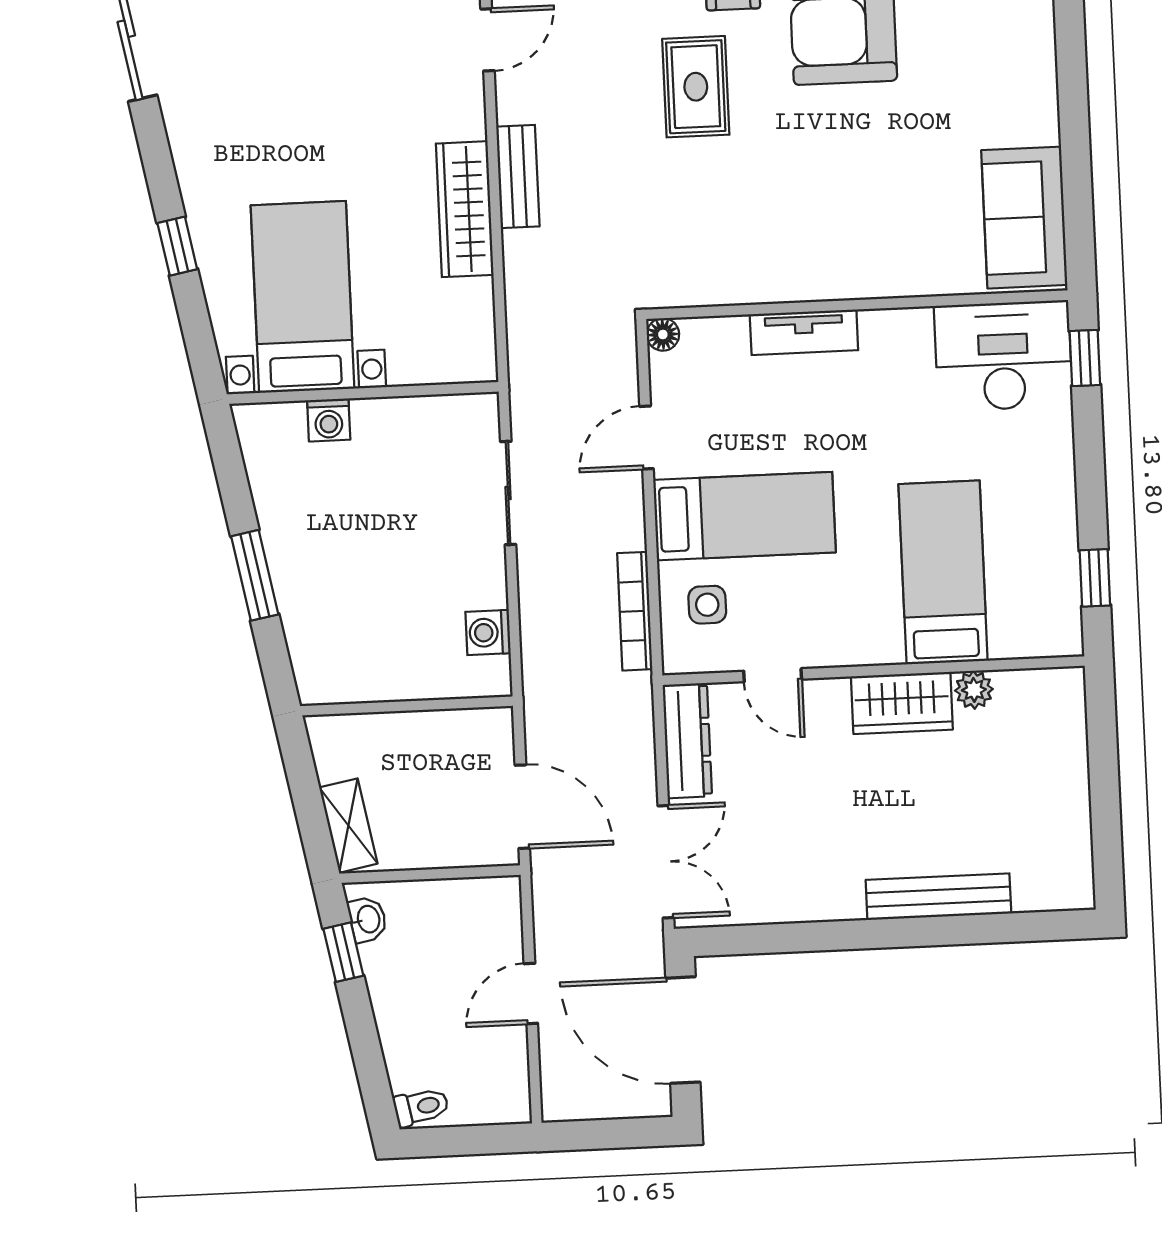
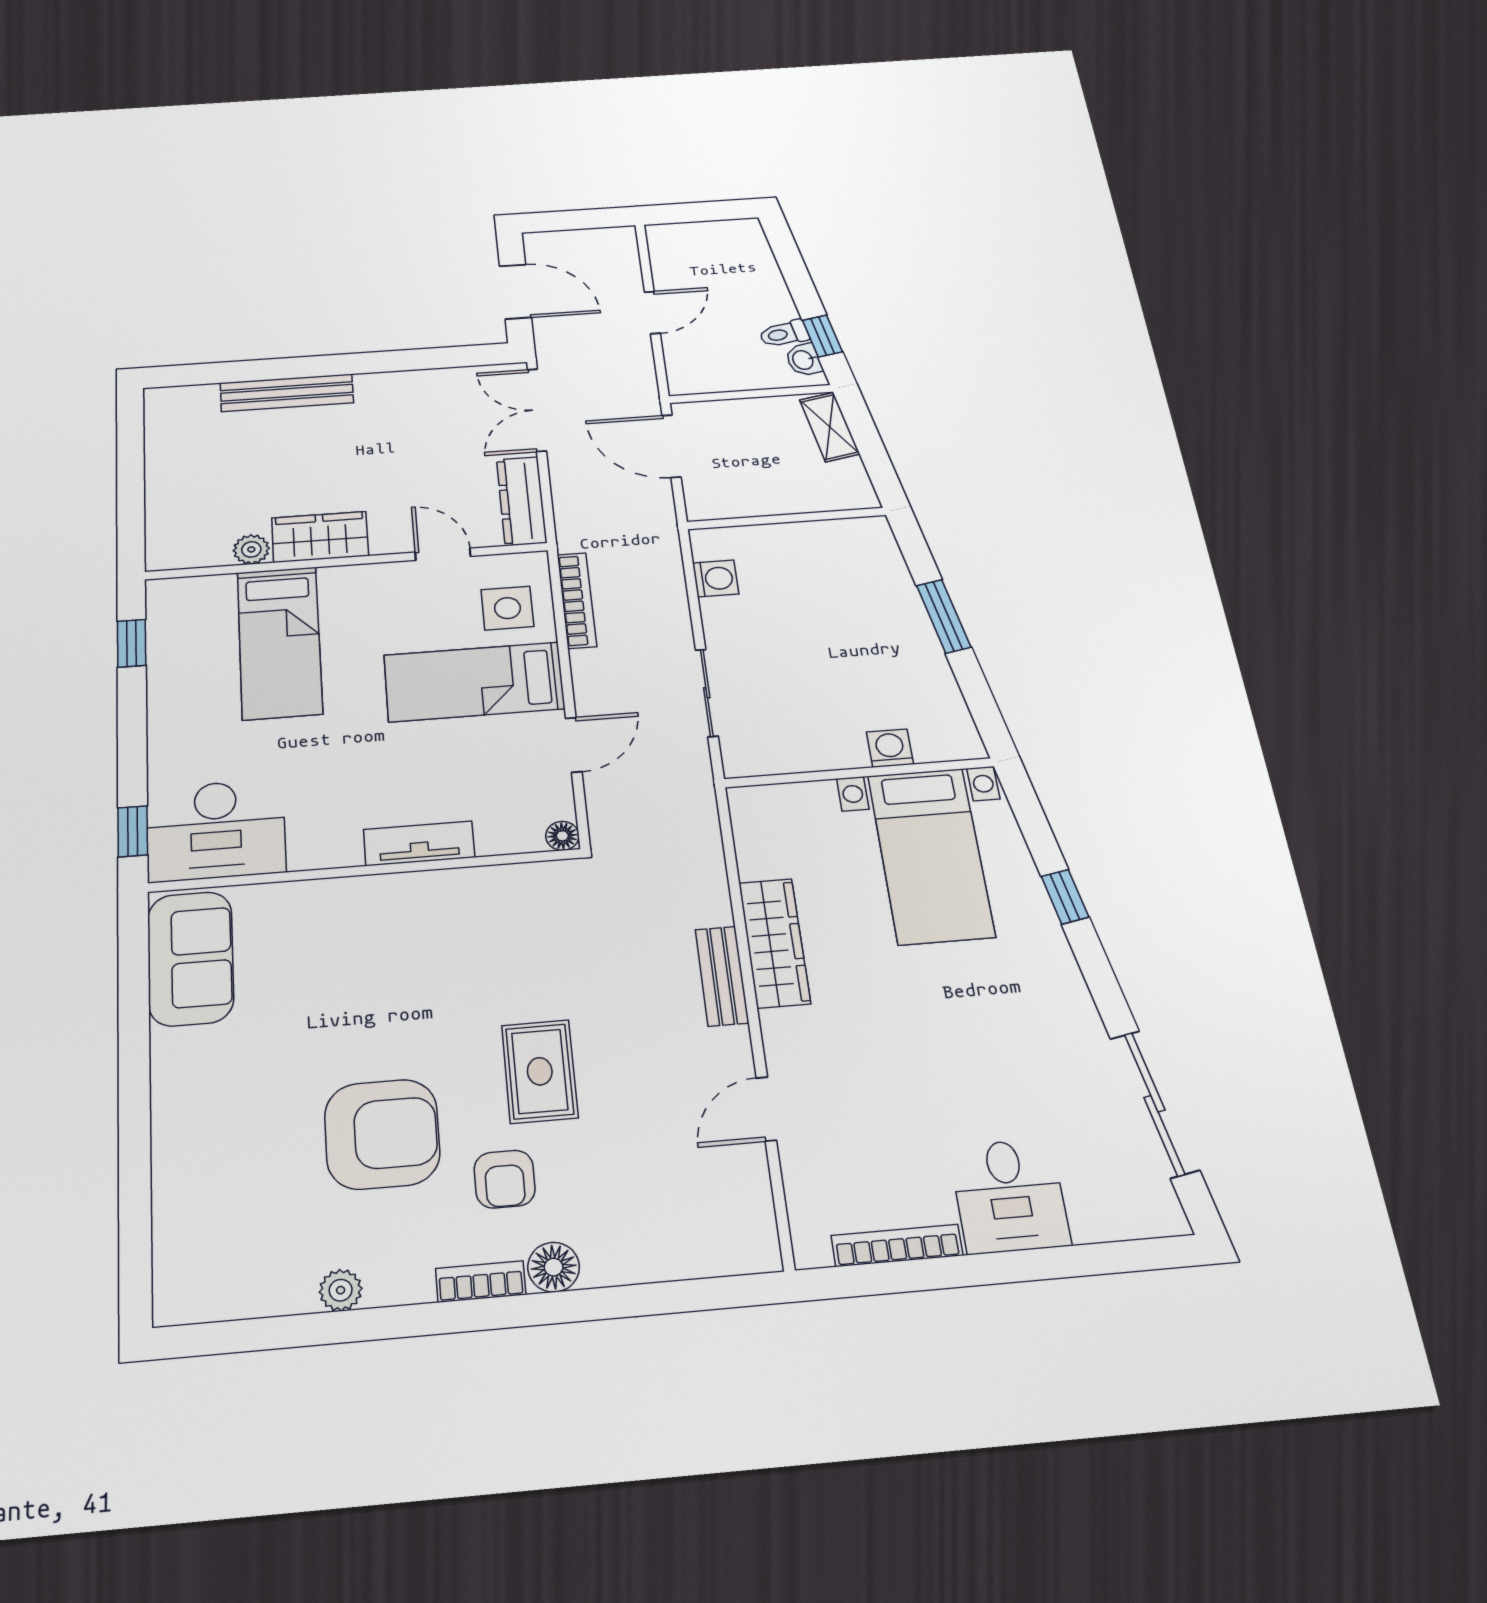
side table: (707, 605) -> (507, 608), width x1.37, depth x1.37
door: (683, 1030) -> (515, 292), width x0.73
toilet: (421, 1107) -> (784, 334), moved

